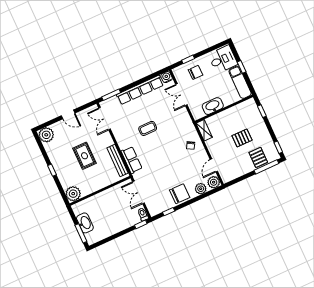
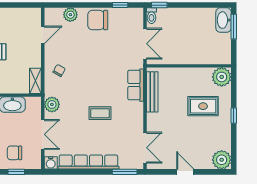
rug: (85, 156) -> (203, 106), moved, turned 90
plant: (214, 182) -> (52, 104), moved
washbasin: (85, 223) -> (224, 20), moved

